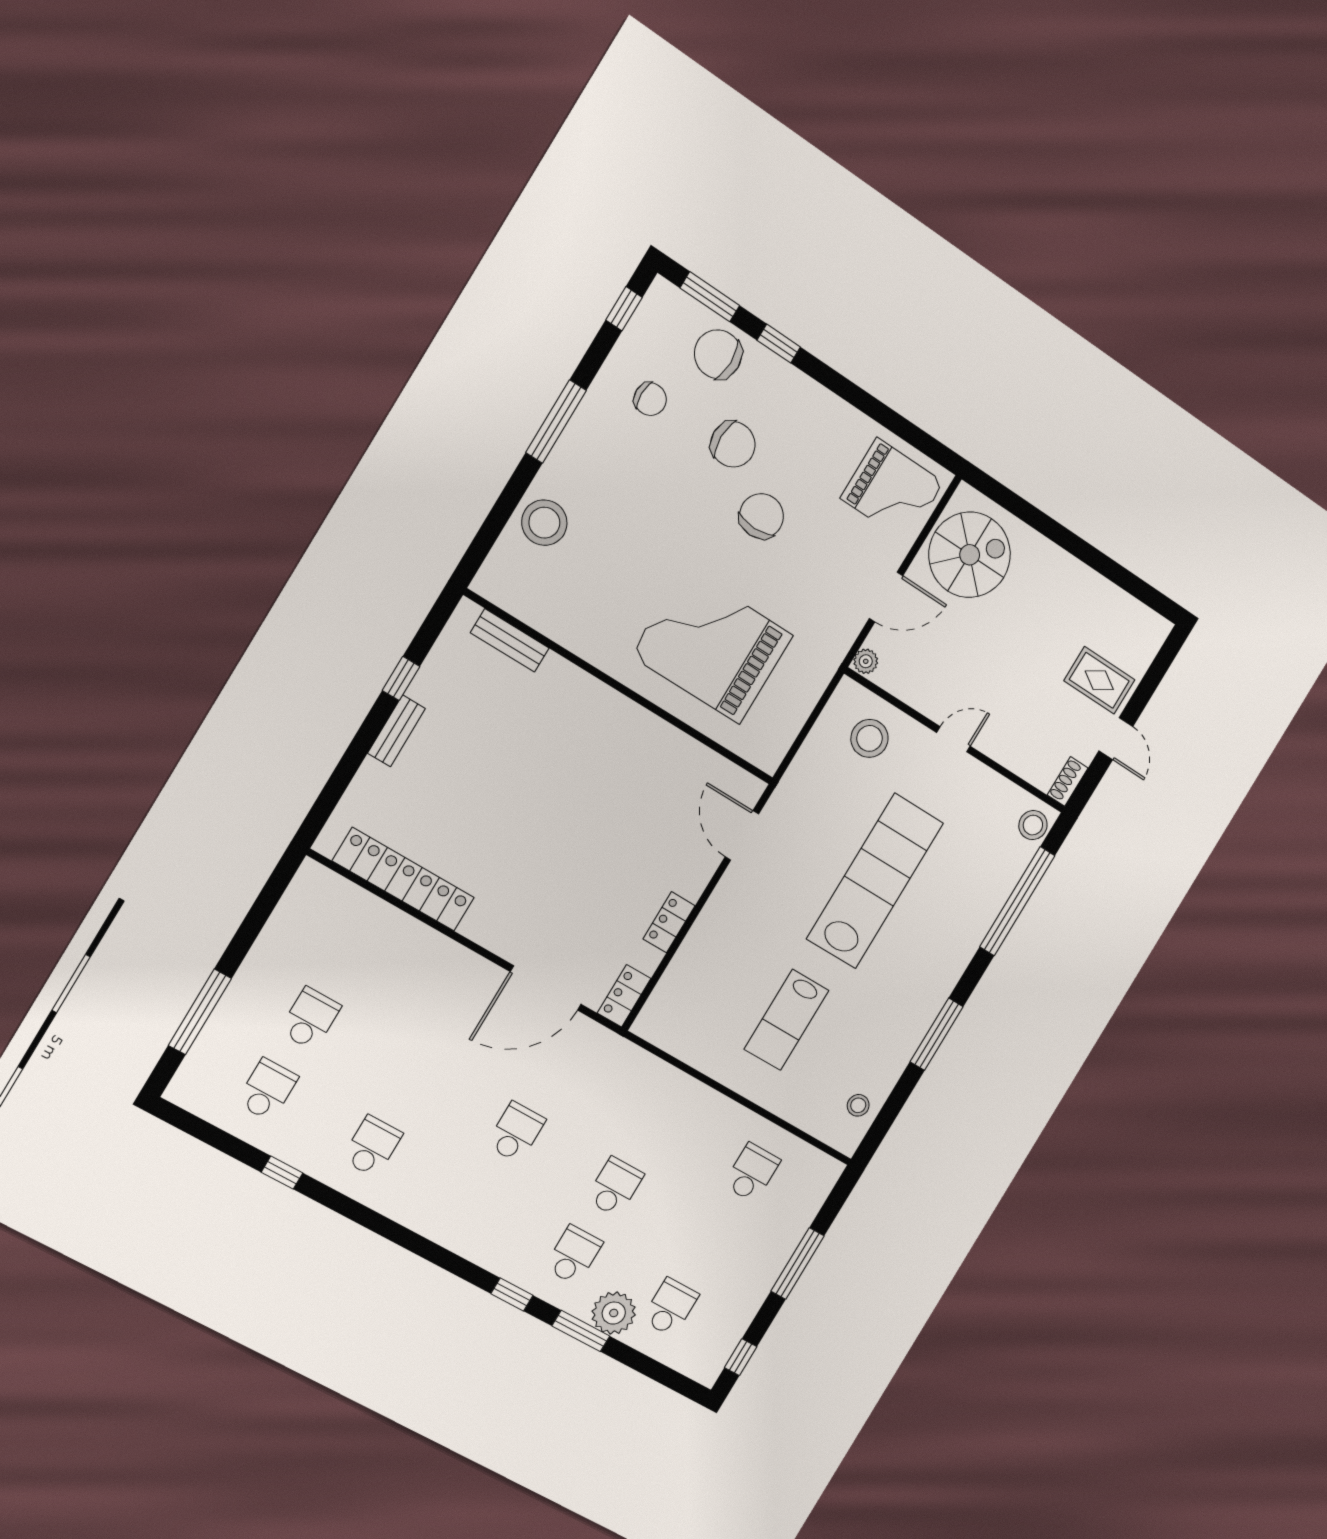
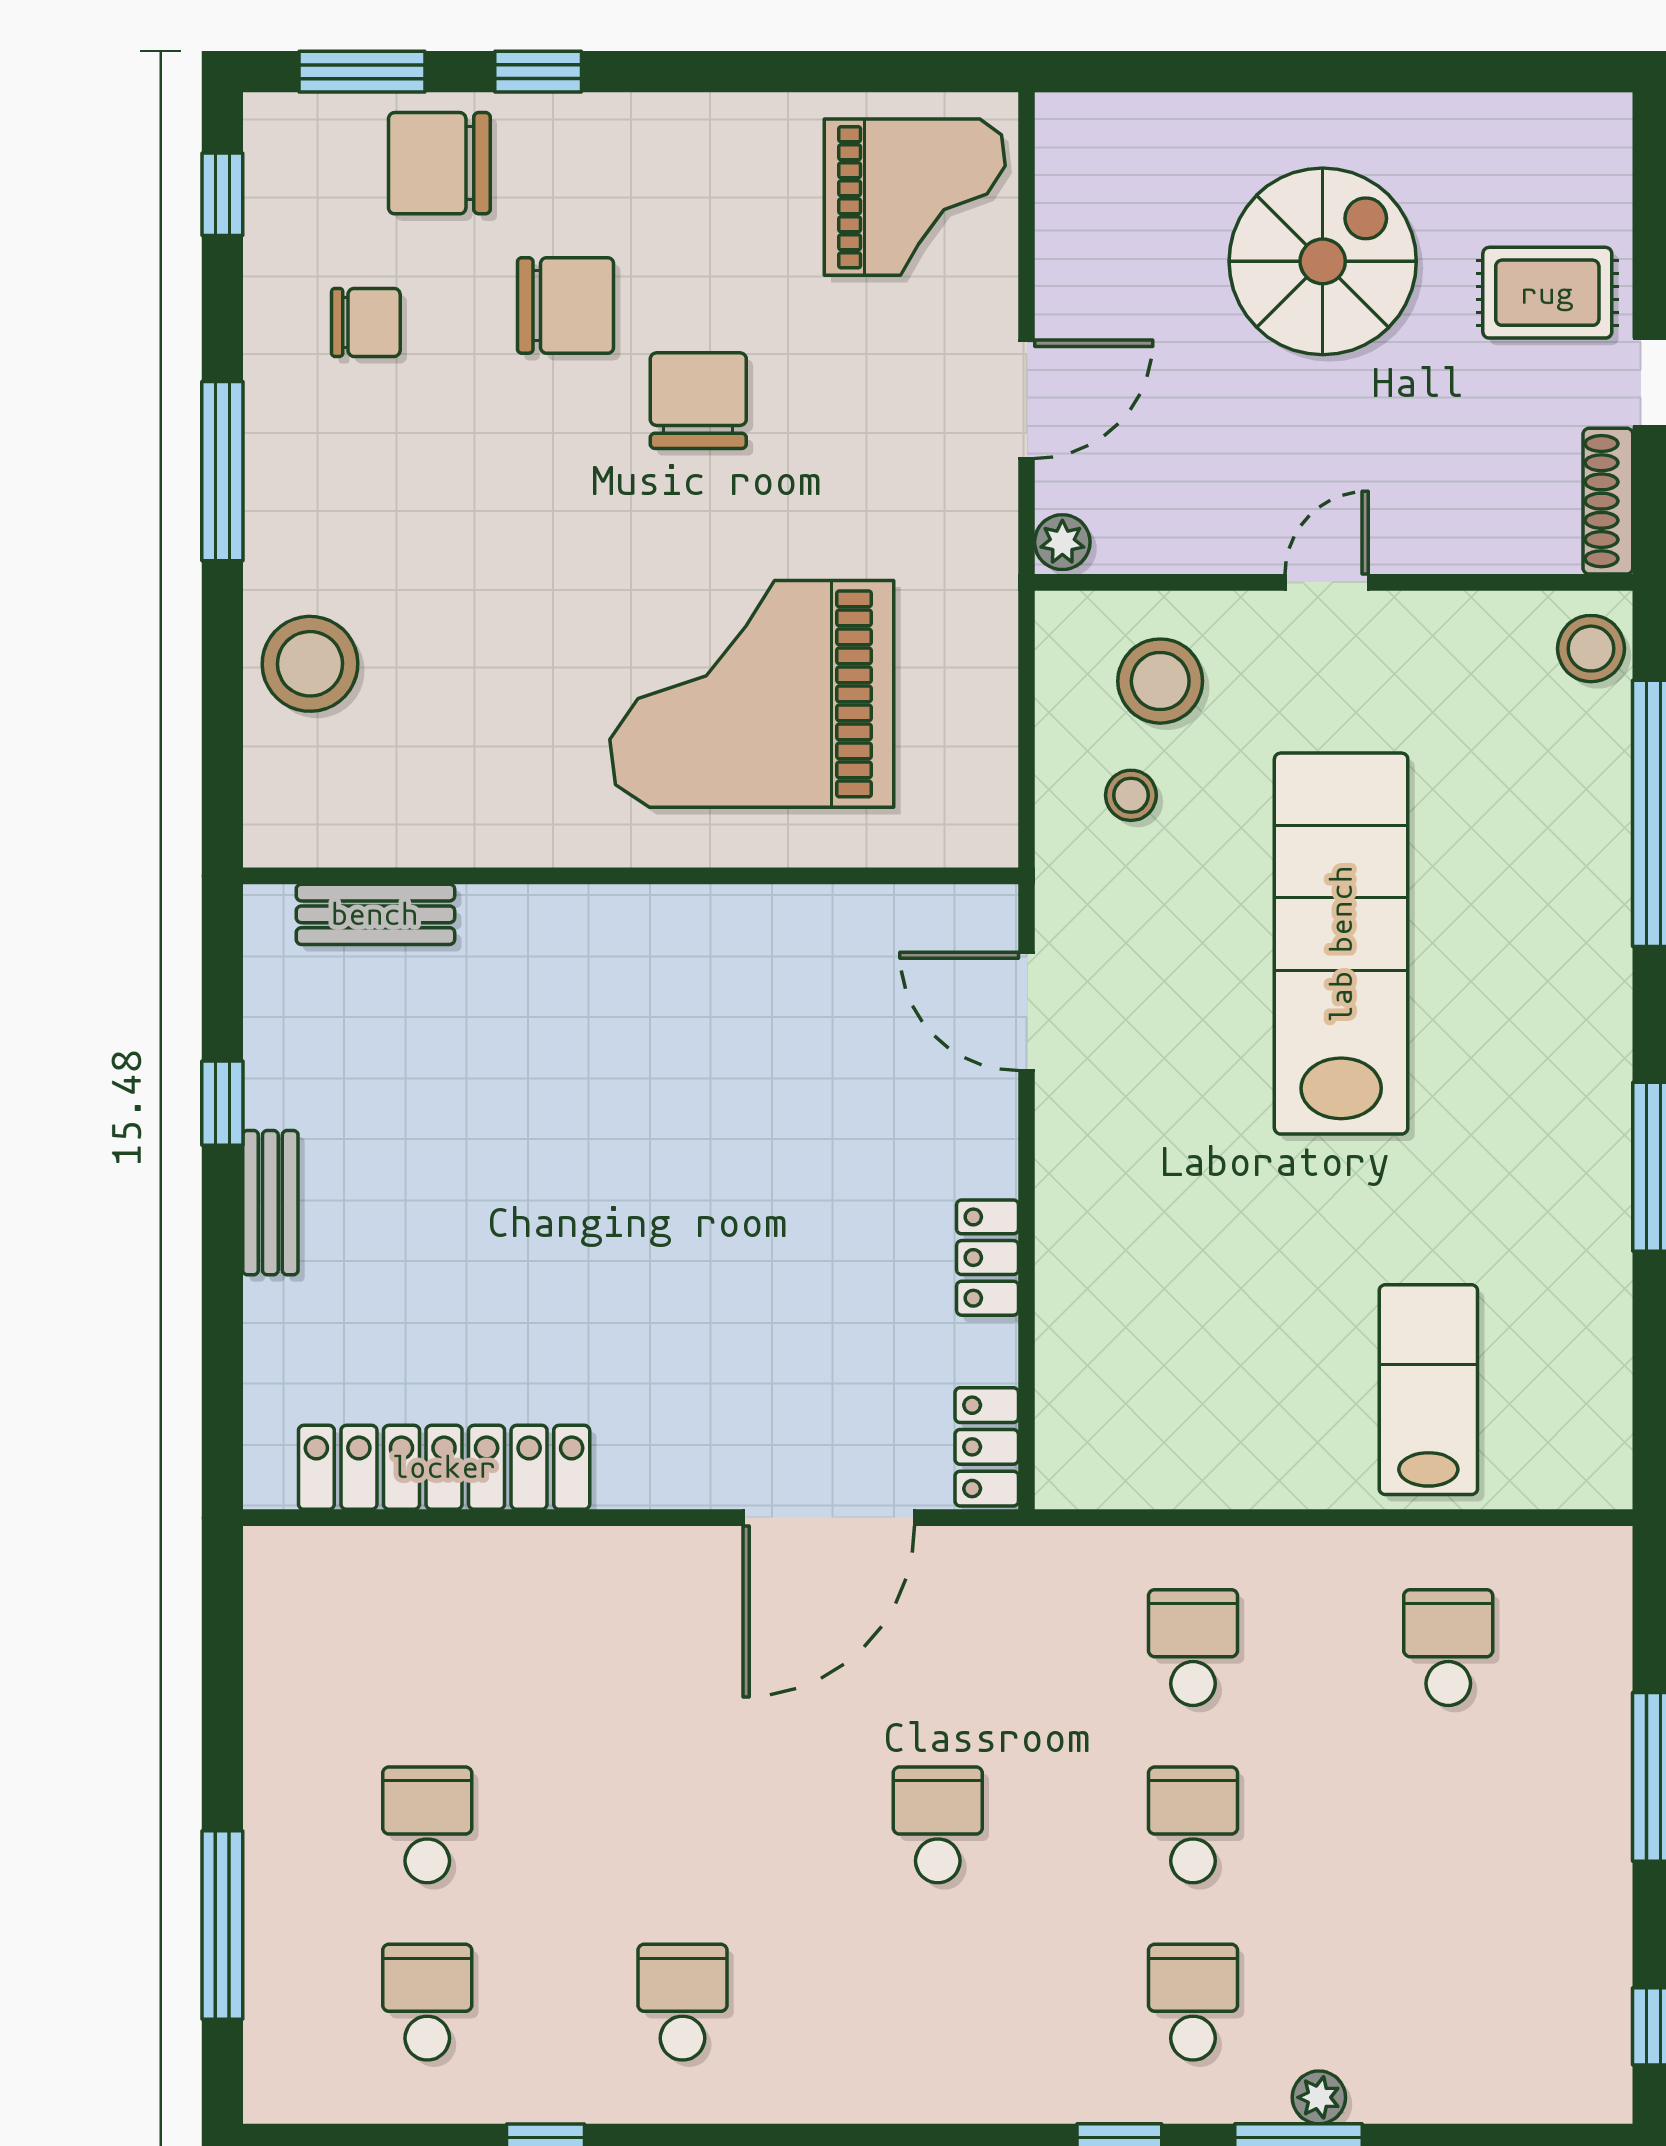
spiral stairs: (970, 555) -> (1323, 261), moved
shoe rack: (1068, 781) -> (1608, 501), width x1.43
lab bench: (787, 1020) -> (1428, 1390), moved, turned 180
stool: (858, 1105) -> (1131, 795), moved
school desk: (670, 1307) -> (1193, 1648), moved
plant: (614, 1313) -> (1319, 2097), width x0.53, depth x0.53

